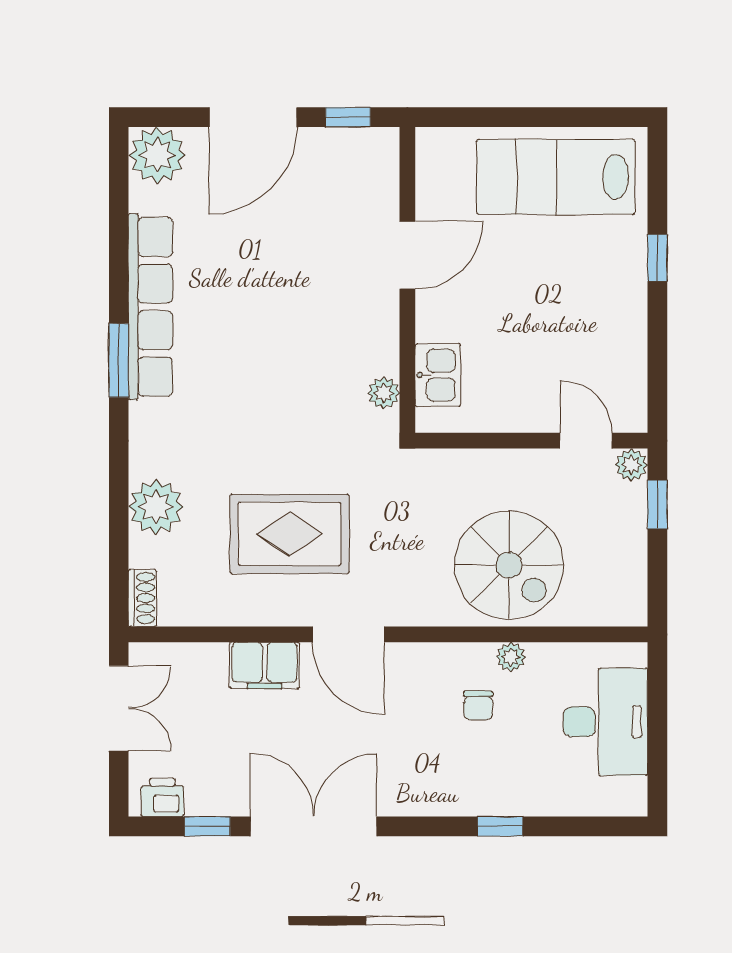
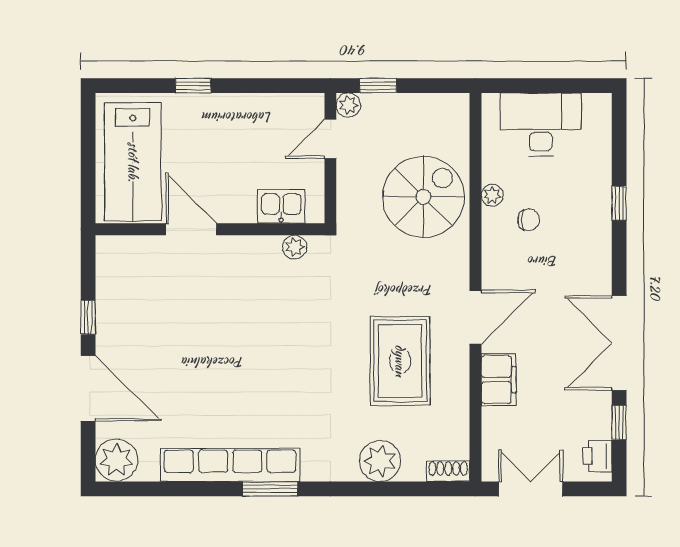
door: (407, 255) -> (191, 229), moved
wall: (407, 280) -> (210, 229), moved
kitchen sink: (438, 375) -> (281, 206), moved
plant: (384, 393) -> (295, 247), moved

